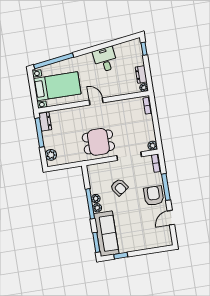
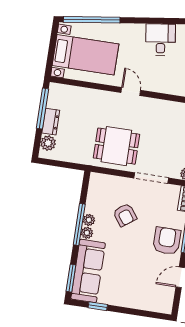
dresser: (45, 122) -> (51, 122), moved

